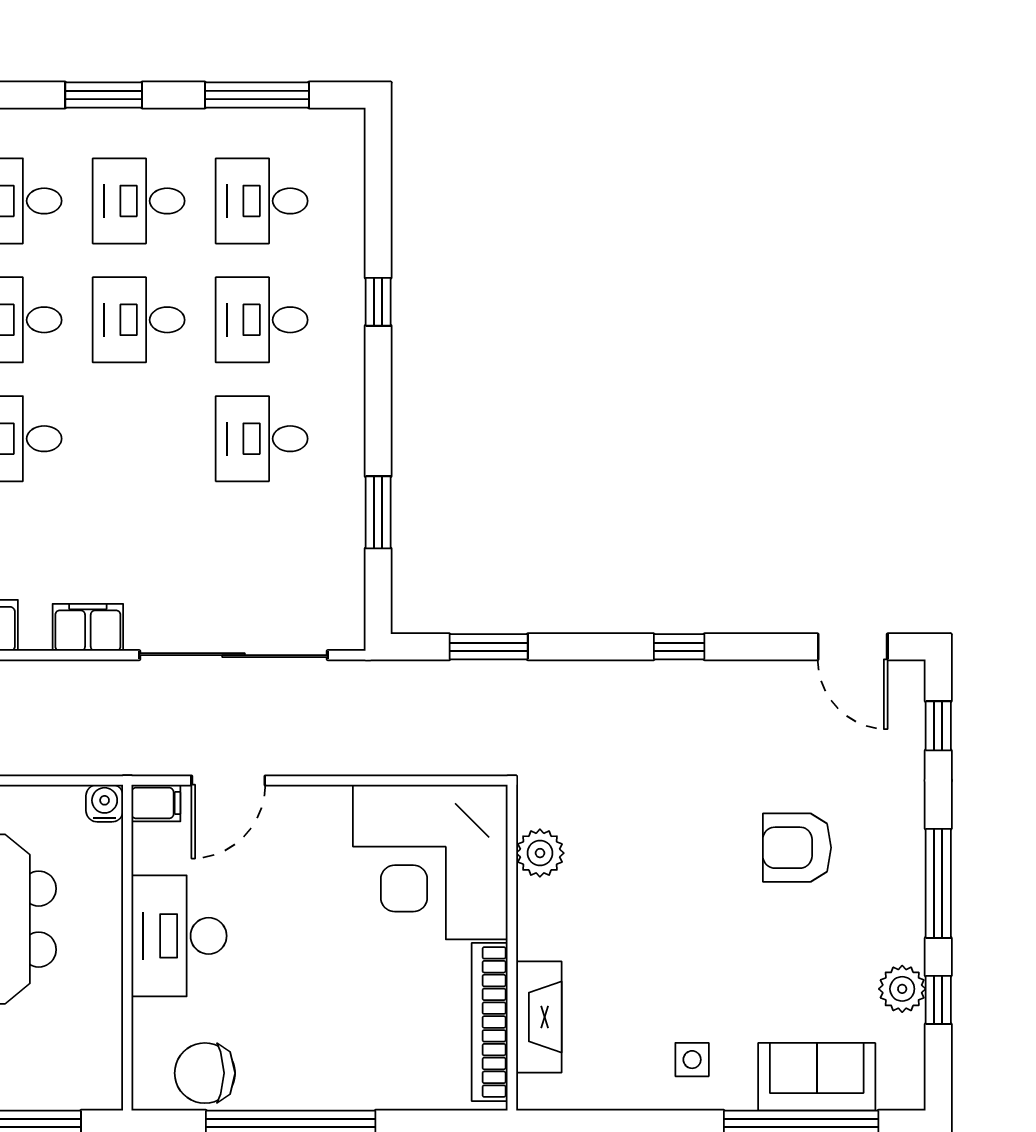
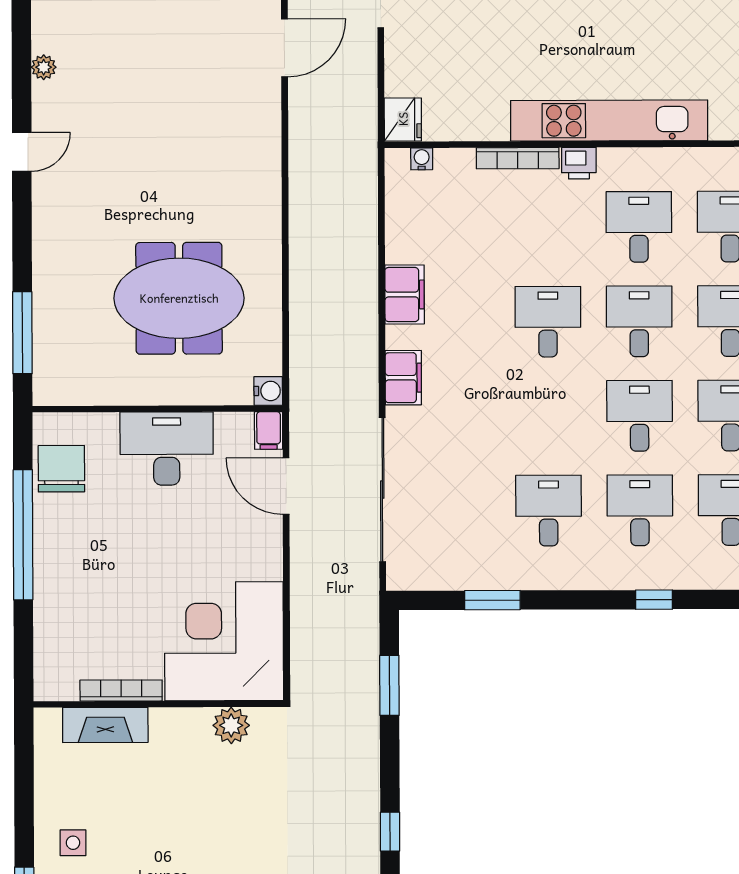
bookcase: (490, 1022) -> (121, 690), width x0.68, depth x0.76

